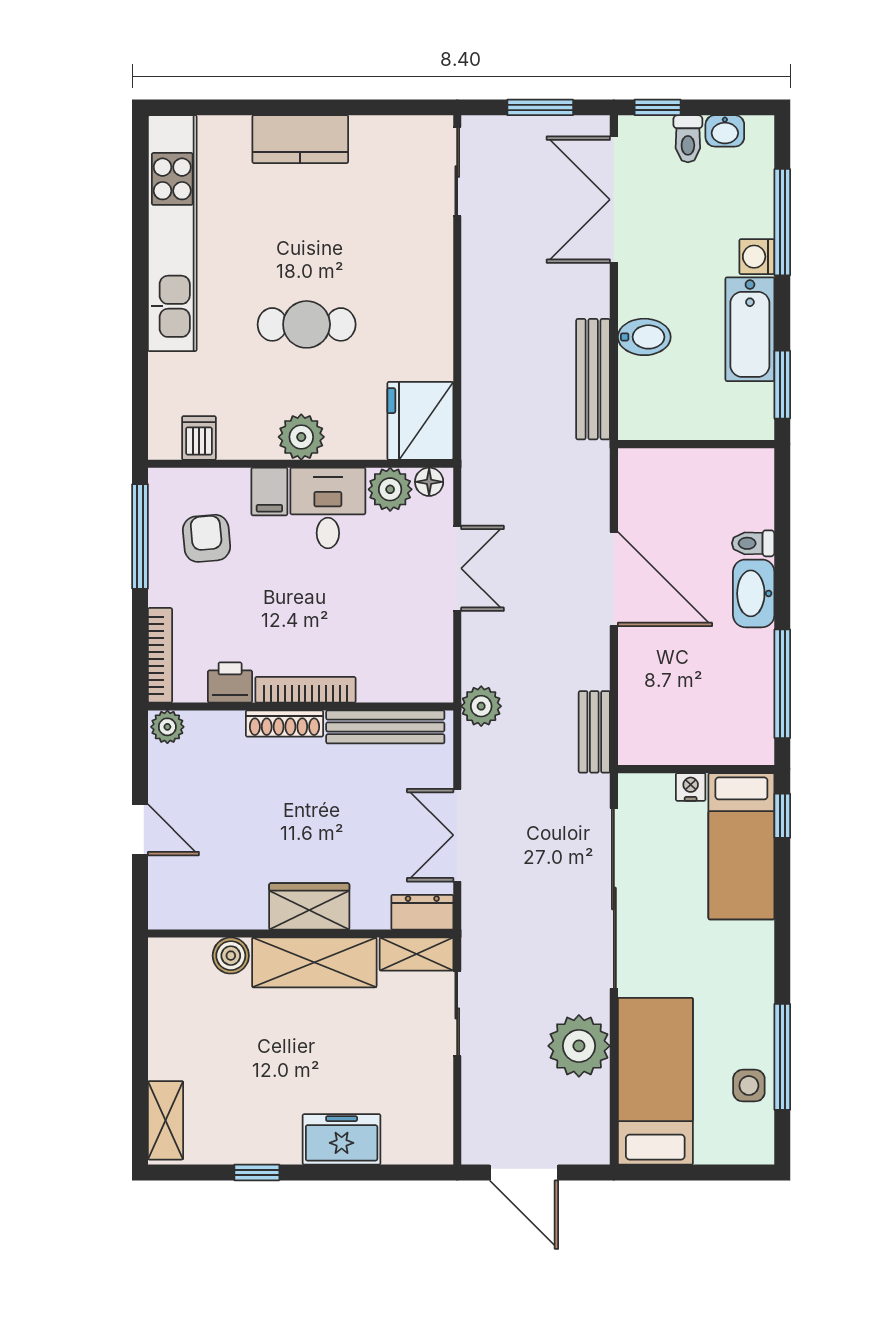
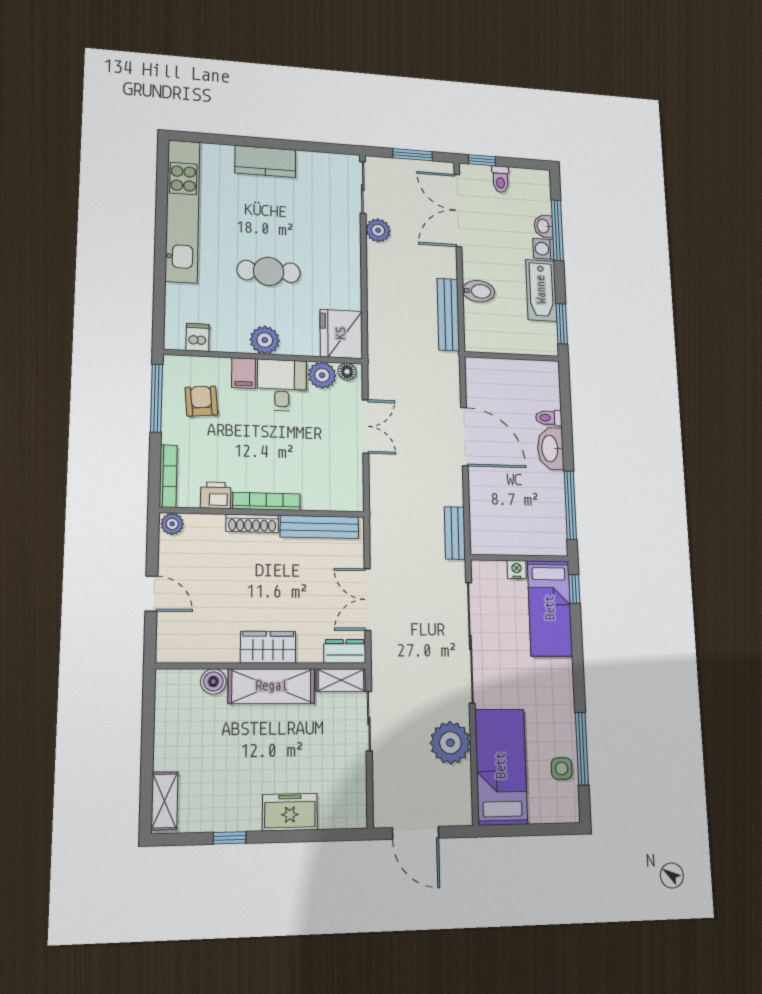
washbasin: (725, 131) -> (544, 226), moved, turned 90
plant: (481, 706) -> (378, 230), moved

